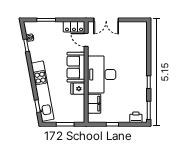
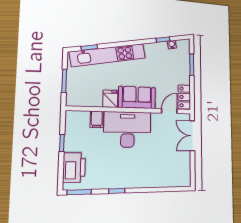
filing cabinet: (94, 104) -> (97, 119), width x0.50
printer: (136, 117) -> (74, 168), width x1.87, depth x1.48

